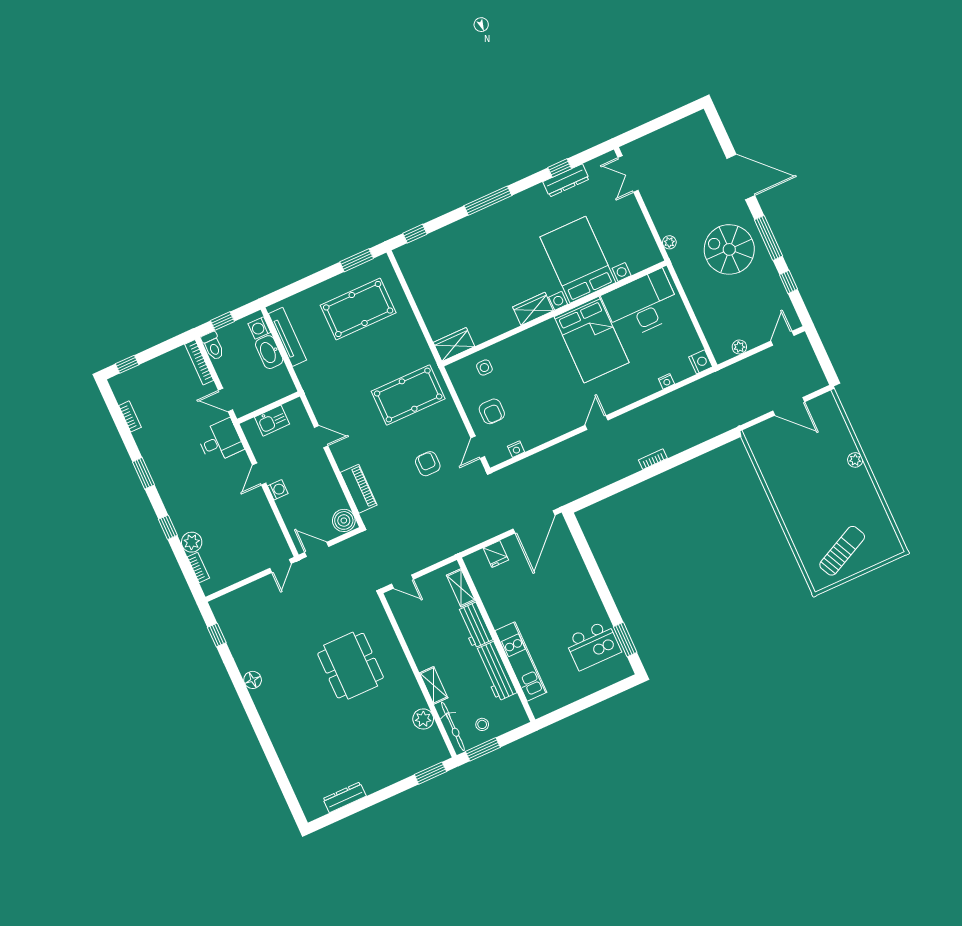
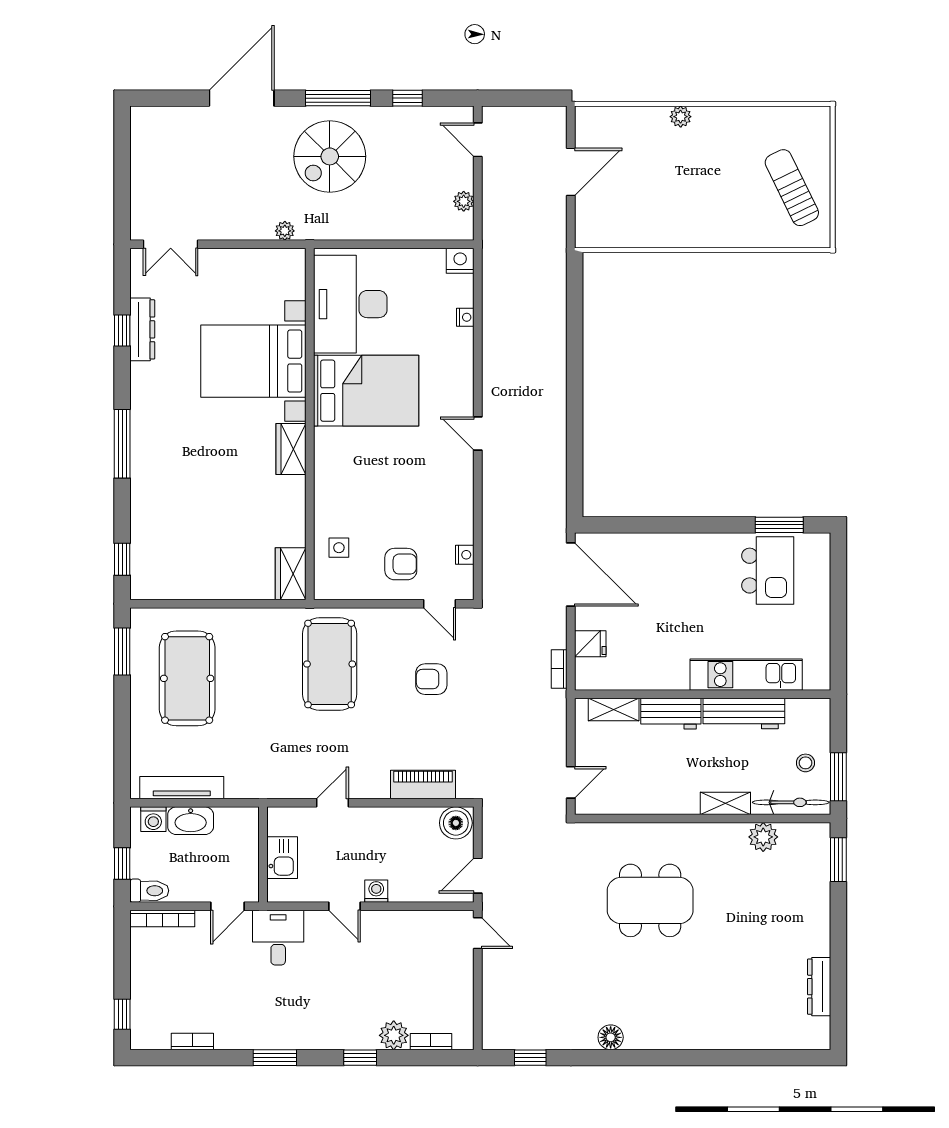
bookcase: (653, 459) -> (559, 669), moved

